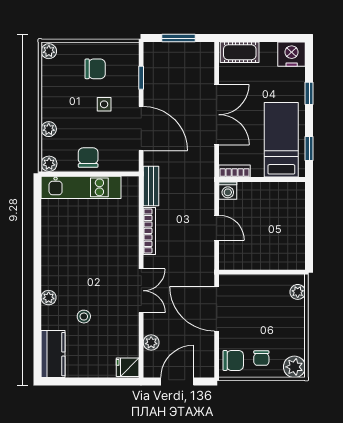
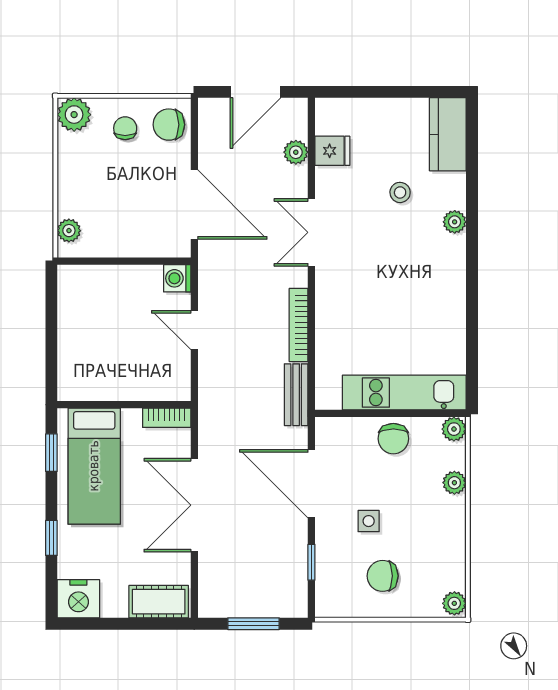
washing machine: (228, 191) -> (177, 278), moved, turned -90
fridge: (128, 367) -> (332, 151), moved

